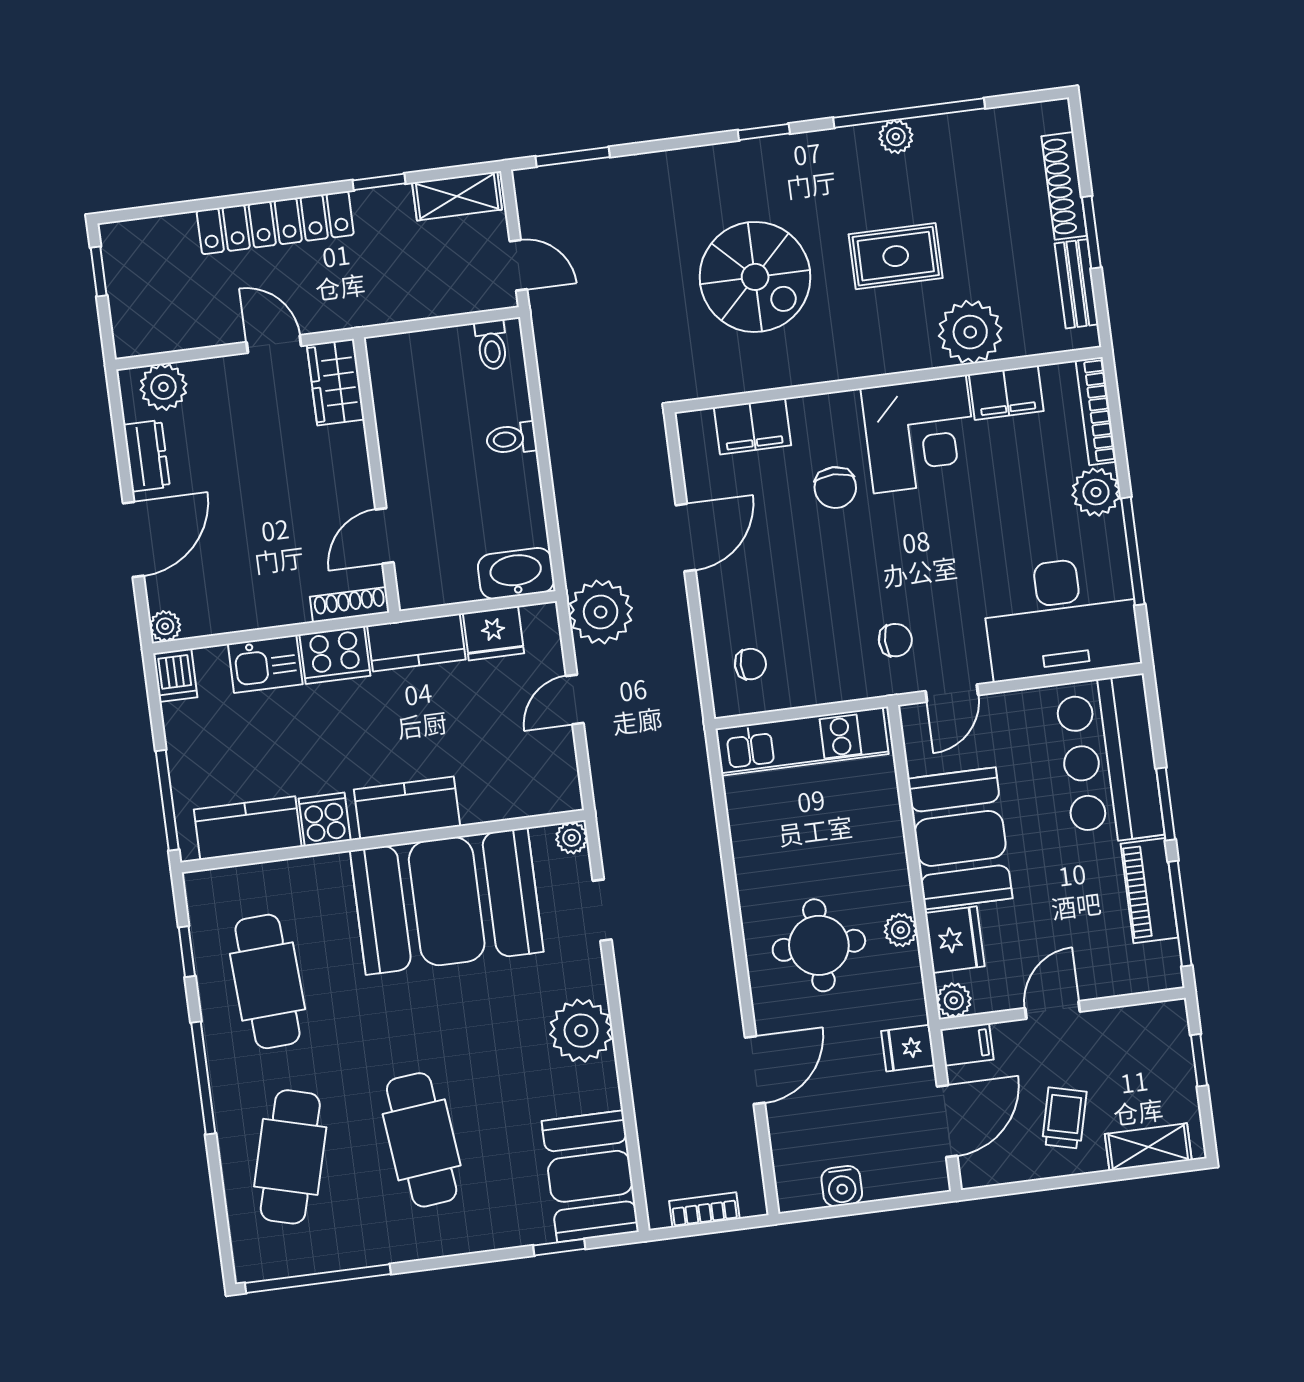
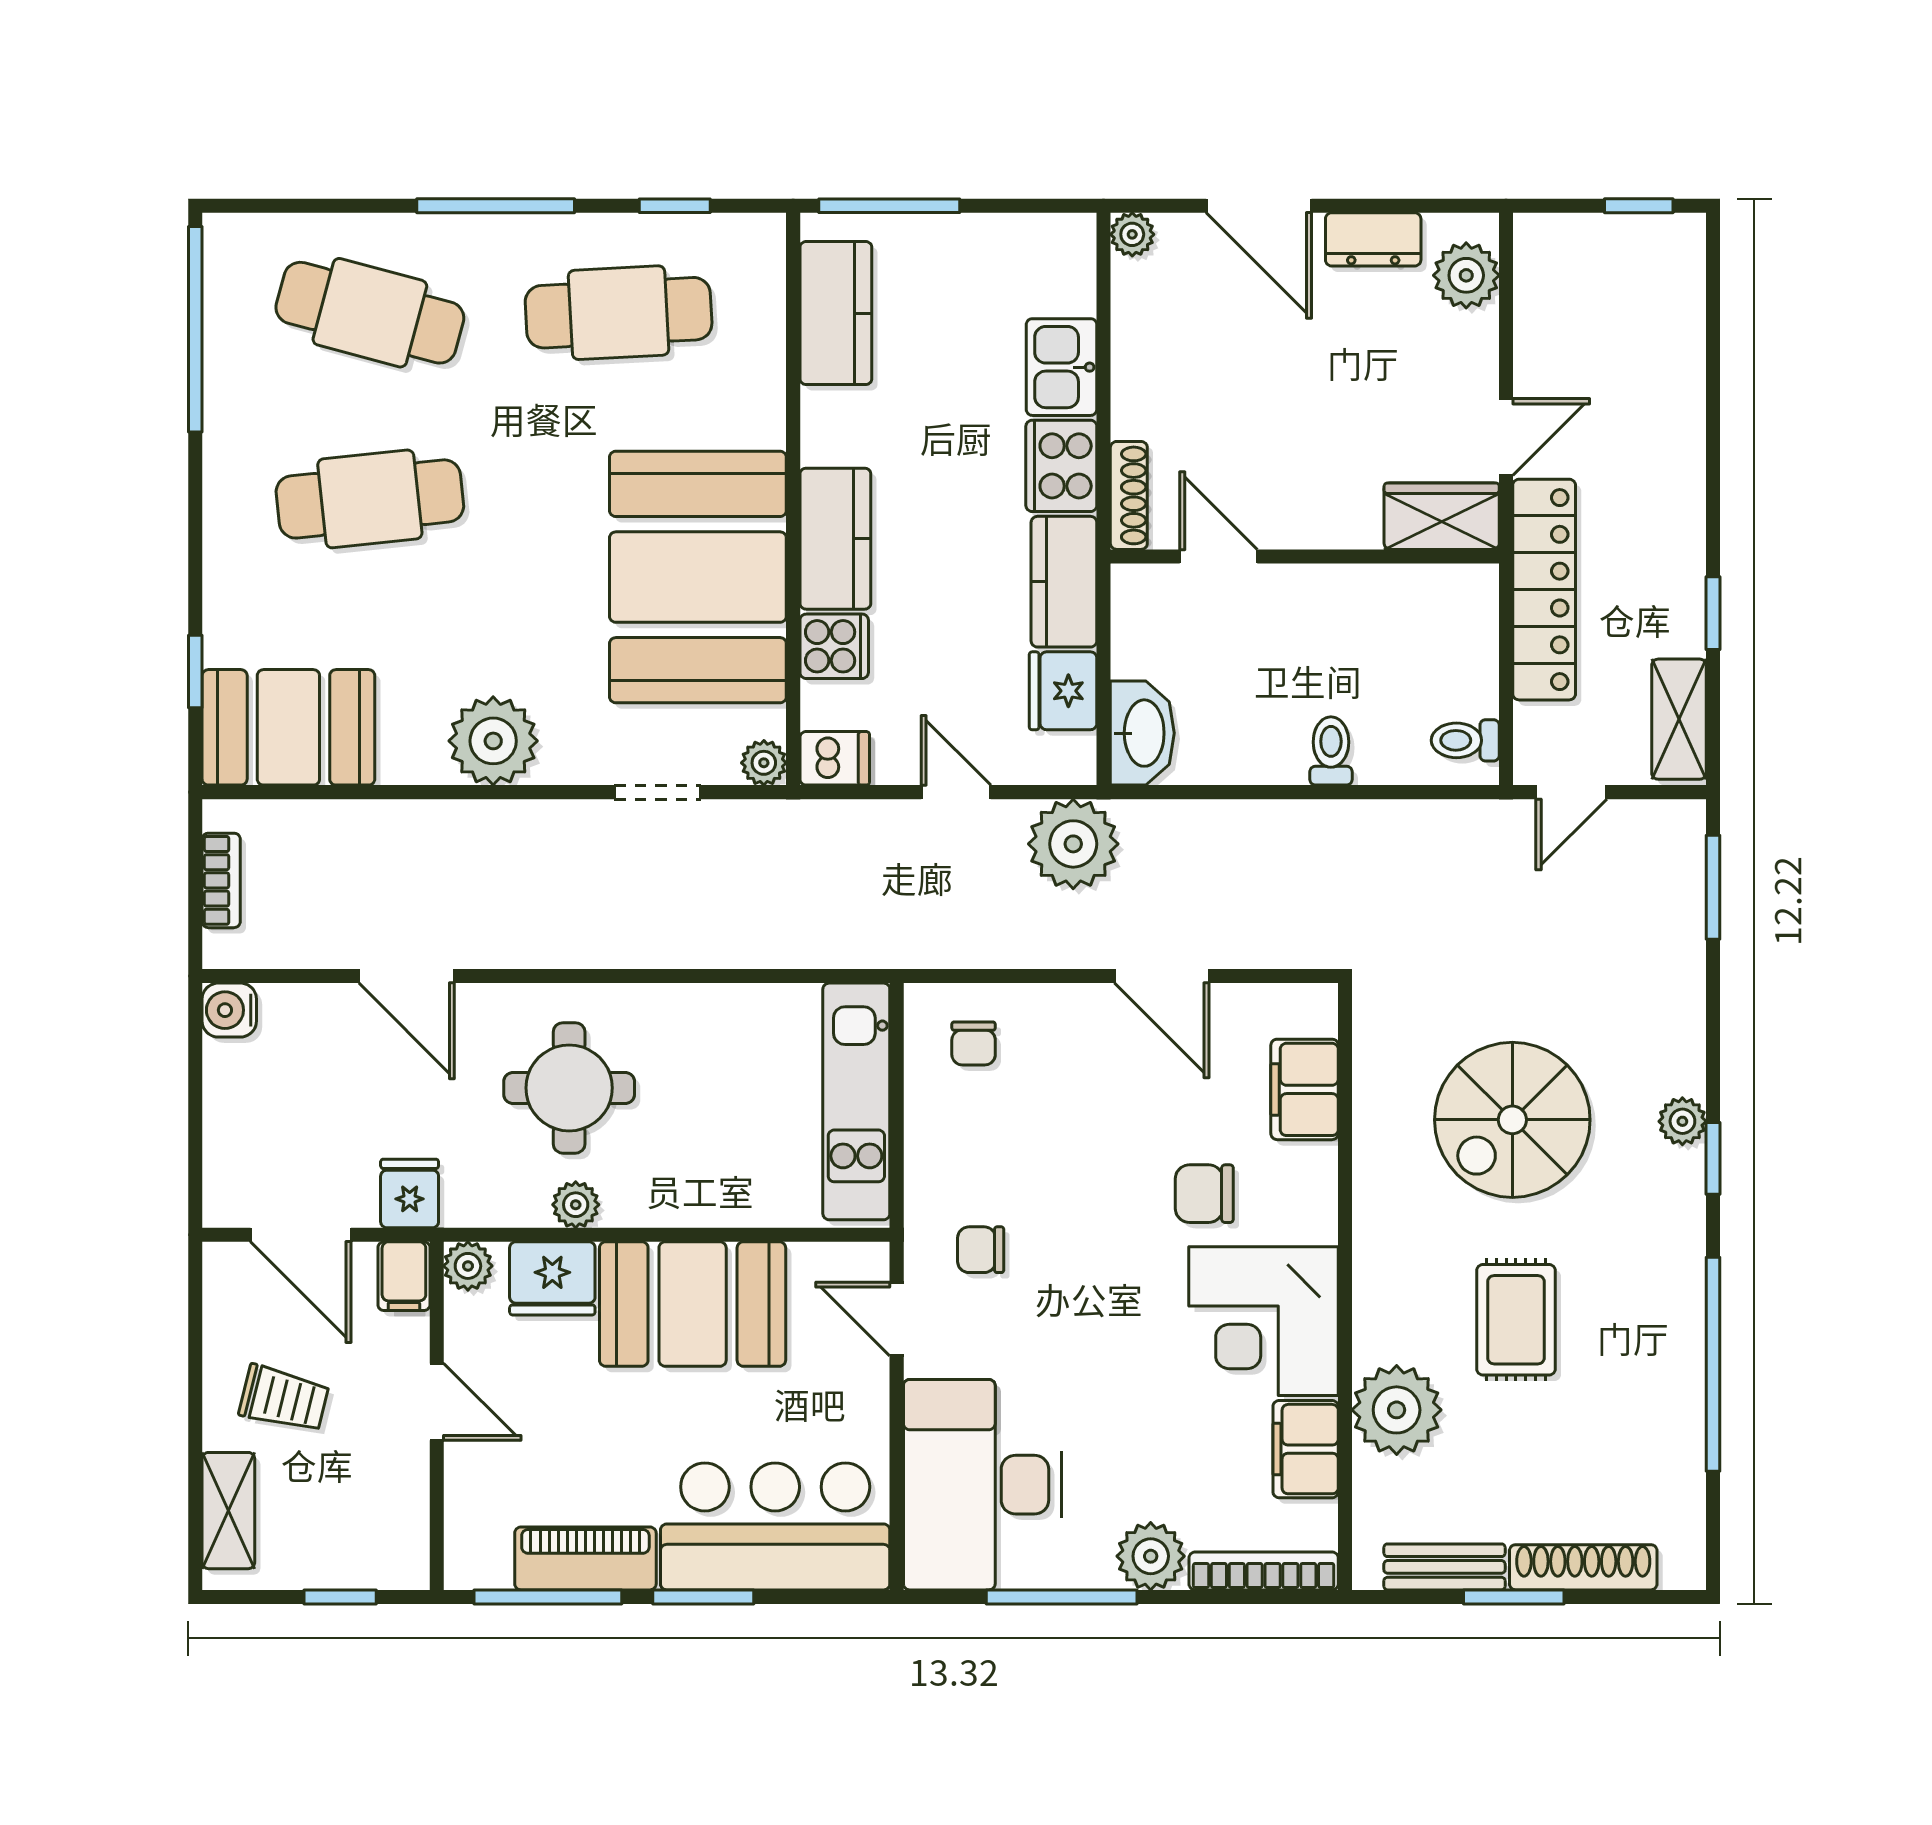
plant: (896, 137) -> (1682, 1121), moved
locker: (275, 223) -> (1544, 590), moved, turned 180
chair: (895, 640) -> (981, 1250), turned 90
dishwasher: (175, 675) -> (835, 758), moved, turned 180
cooker: (325, 819) -> (834, 646), moved
water cooler: (842, 1186) -> (229, 1010), moved

